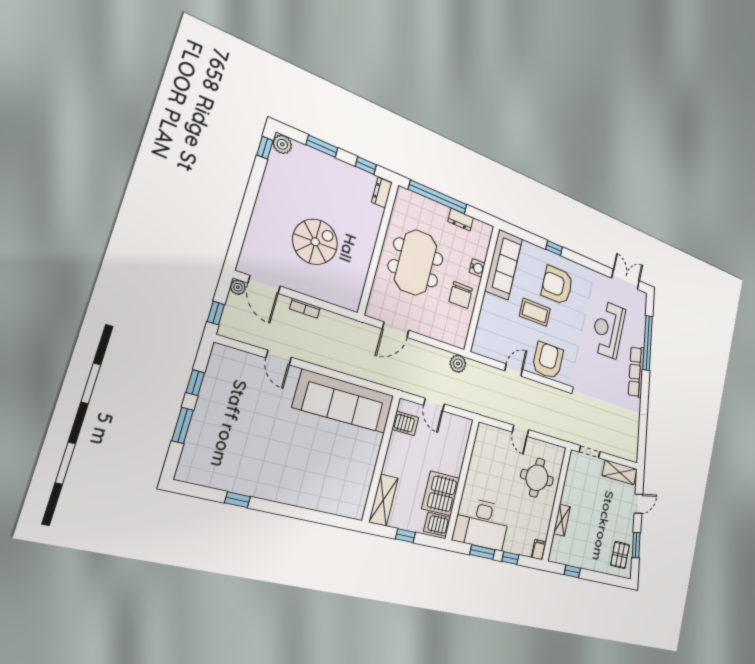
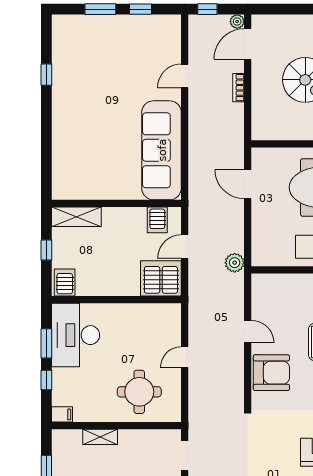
server rack: (441, 493) -> (161, 278), moved

